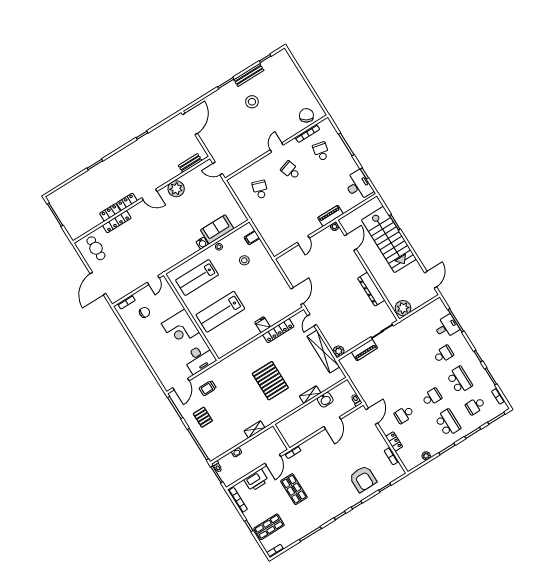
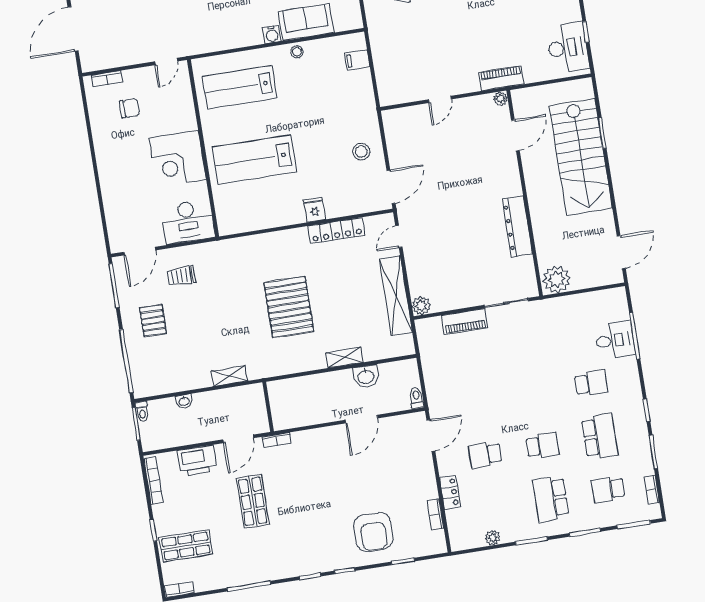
stool: (244, 260) -> (361, 152), moved
school desk: (448, 423) -> (551, 499), turned 180

